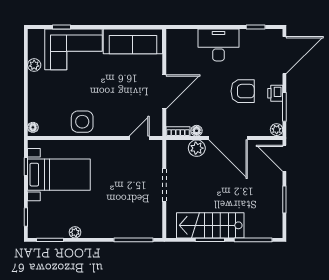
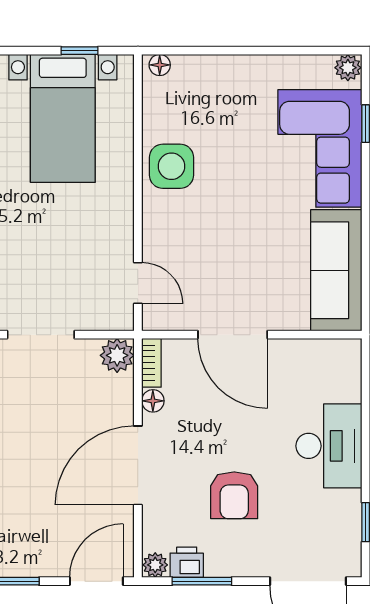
plant: (34, 65) -> (348, 68), moved
printer: (275, 93) -> (187, 562), moved
plant: (197, 148) -> (117, 355), moved

